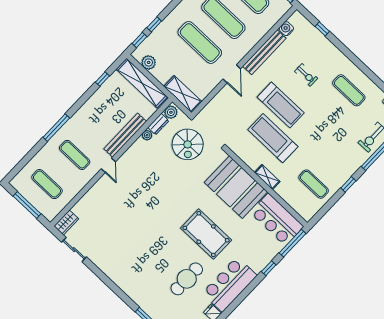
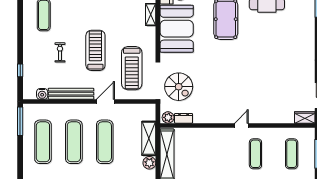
shelving: (183, 94) -> (149, 138), moved
bench: (125, 135) -> (211, 133), removed
plant: (147, 135) -> (198, 119), removed
treadmill: (273, 138) -> (132, 68), moved
spiral stairs: (188, 144) -> (179, 87), turned 90

